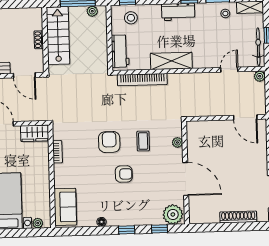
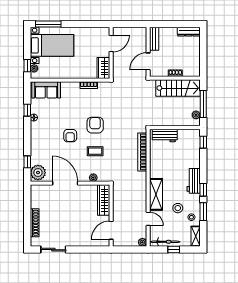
stool: (131, 18) -> (178, 208), moved
shelving: (171, 61) -> (156, 194), moved
wardrobe: (206, 128) -> (104, 200), added
armchair: (109, 142) -> (95, 125), turned -90
door: (186, 179) -> (65, 183), swing flipped
window: (127, 230) -> (27, 110), moved
window: (34, 232) -> (27, 66), added

